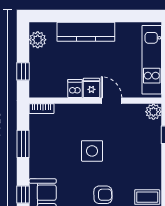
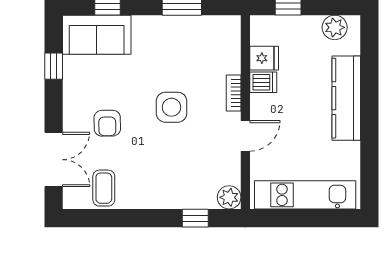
fridge: (91, 88) -> (264, 58), moved
bookcase: (42, 109) -> (234, 93), moved

